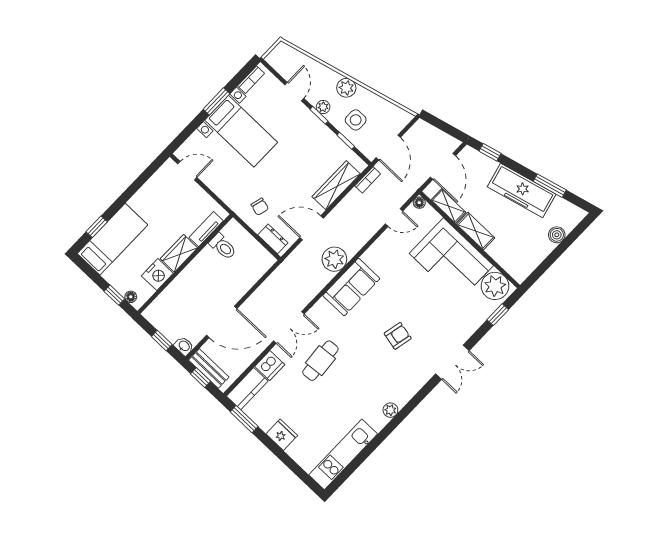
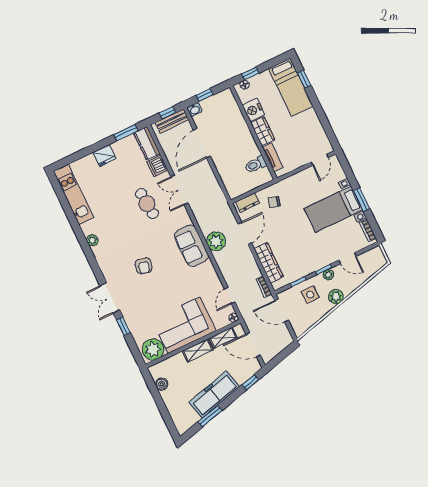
boiler: (557, 235) -> (162, 384), moved
window: (498, 315) -> (123, 326), moved

